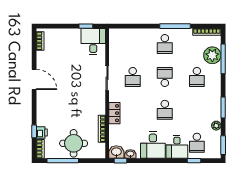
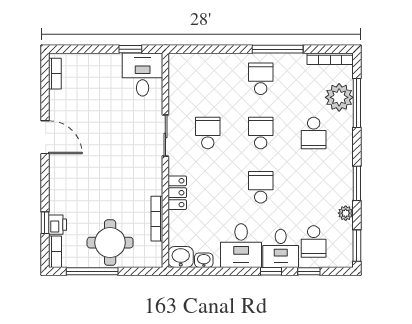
school desk: (165, 44) -> (261, 79), turned 180
school desk: (133, 77) -> (208, 133), turned 180
school desk: (165, 110) -> (261, 187), turned 180
window: (120, 161) -> (271, 271), moved

